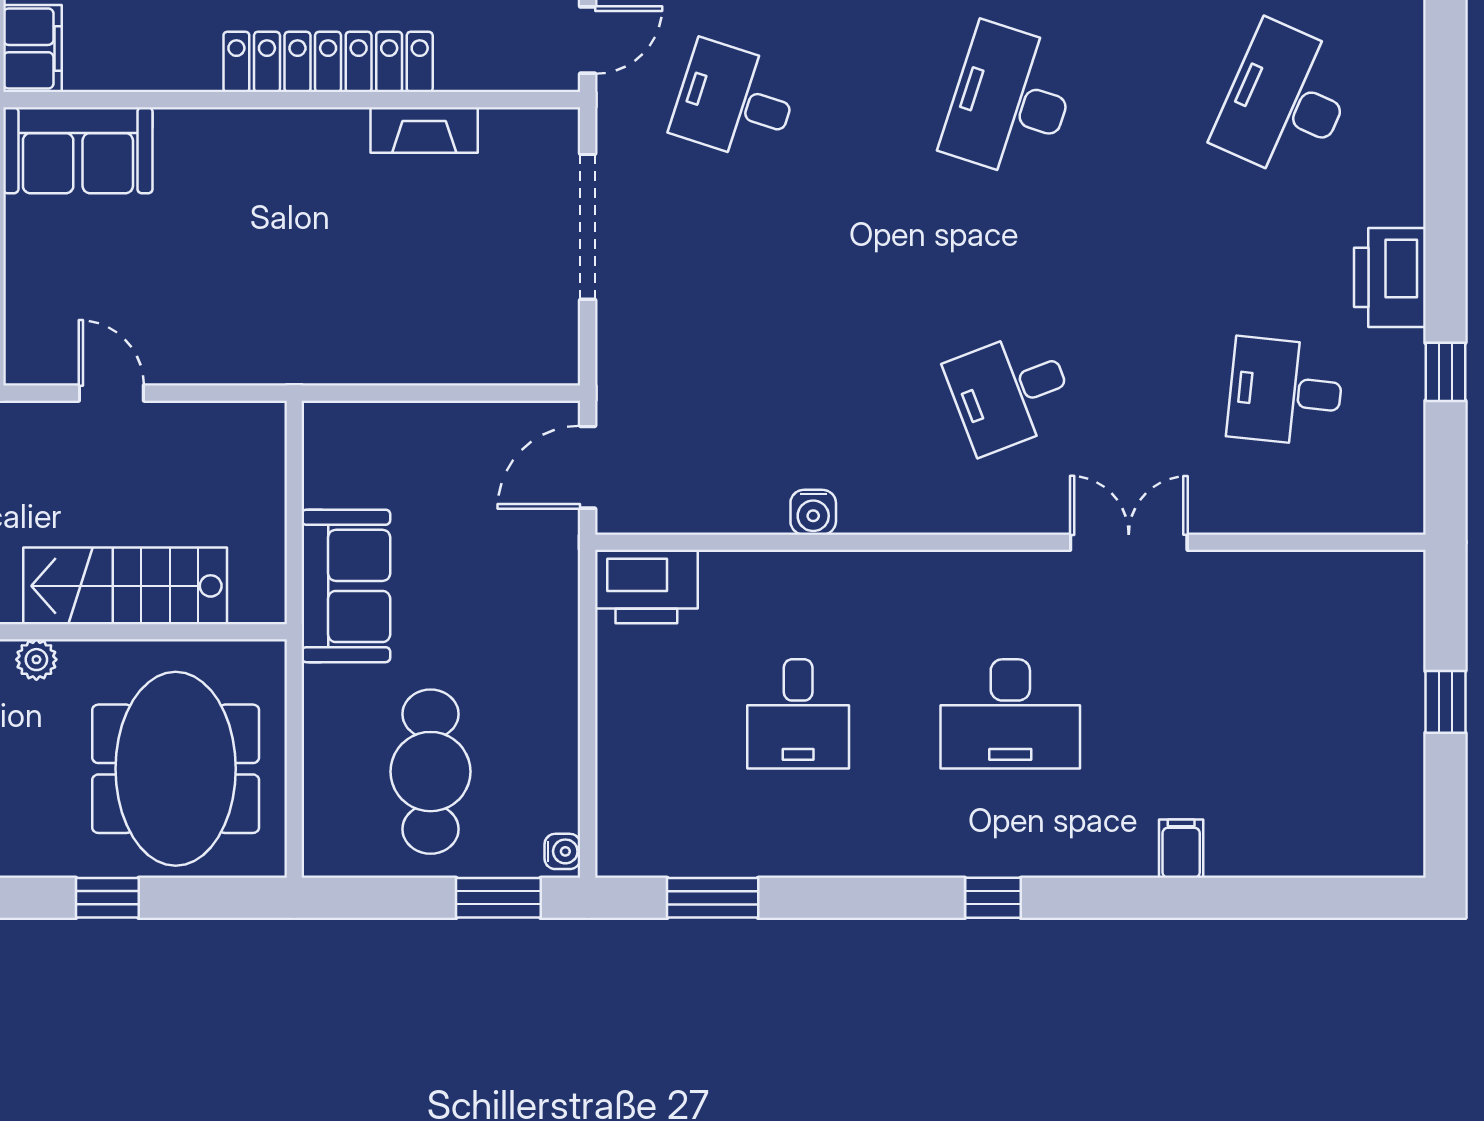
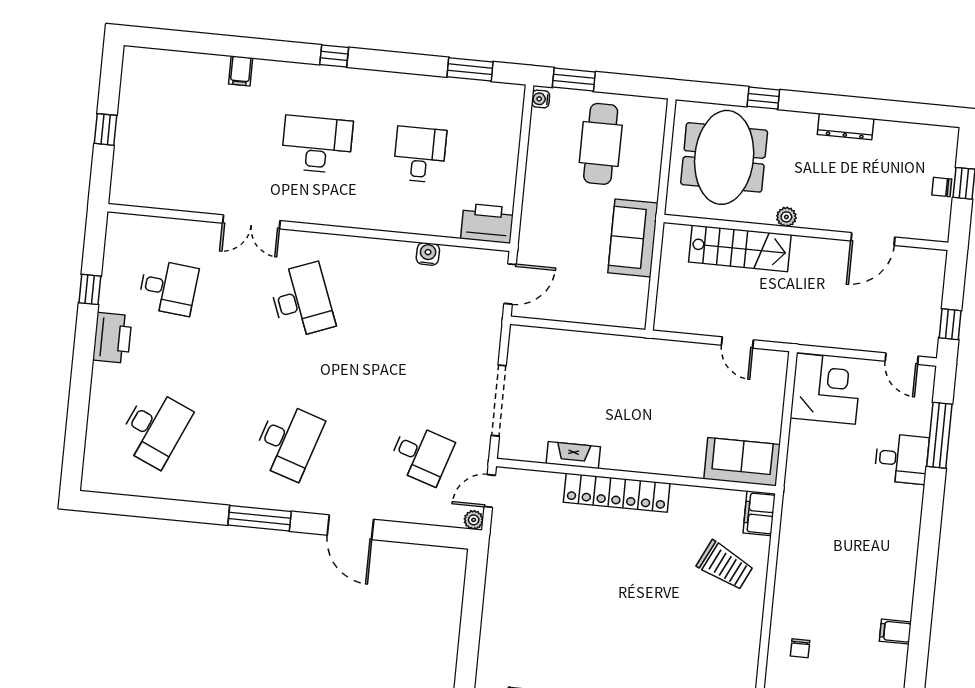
desk: (1010, 392) -> (302, 301), width x1.37
water cooler: (813, 512) -> (428, 254), moved

